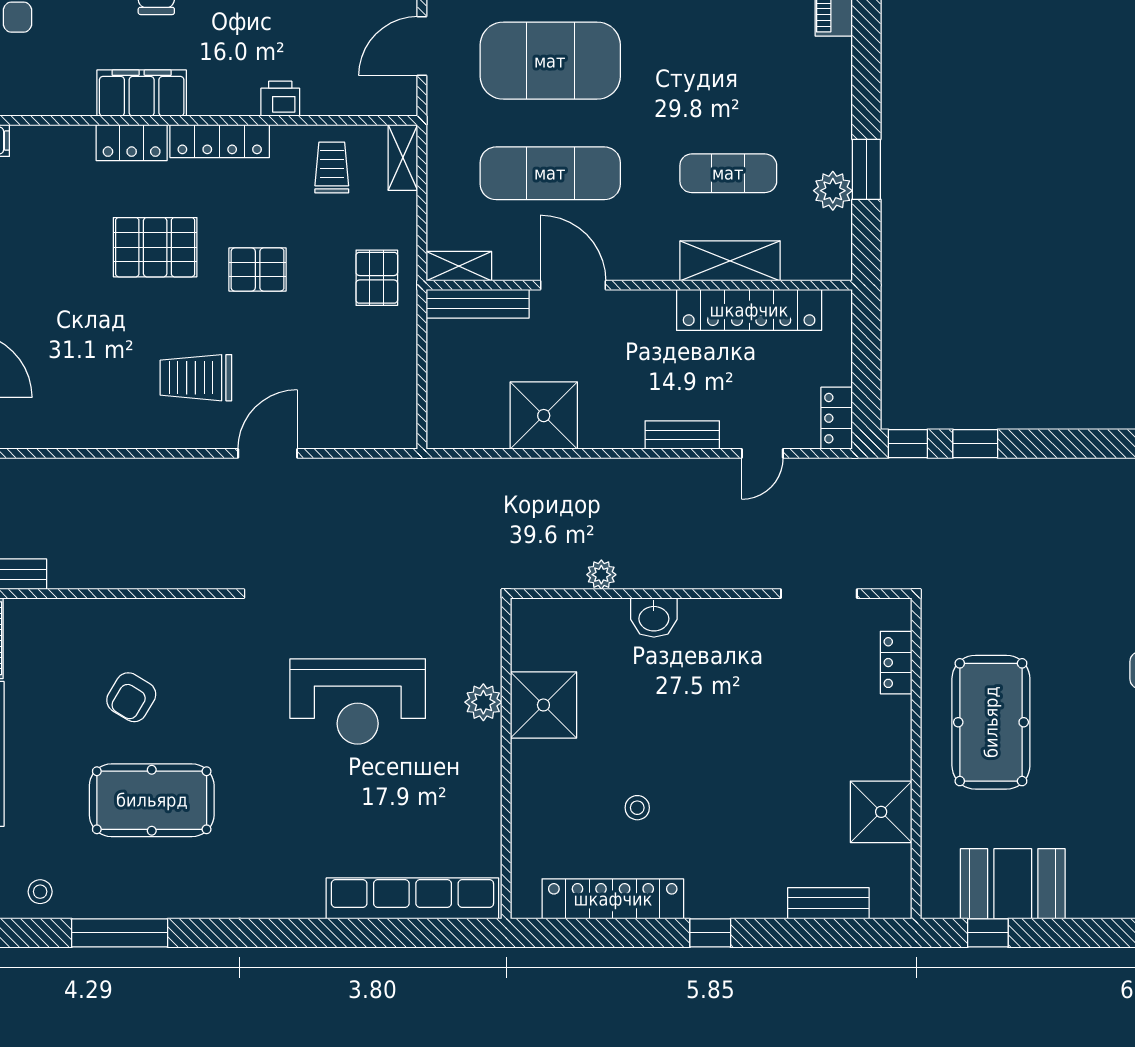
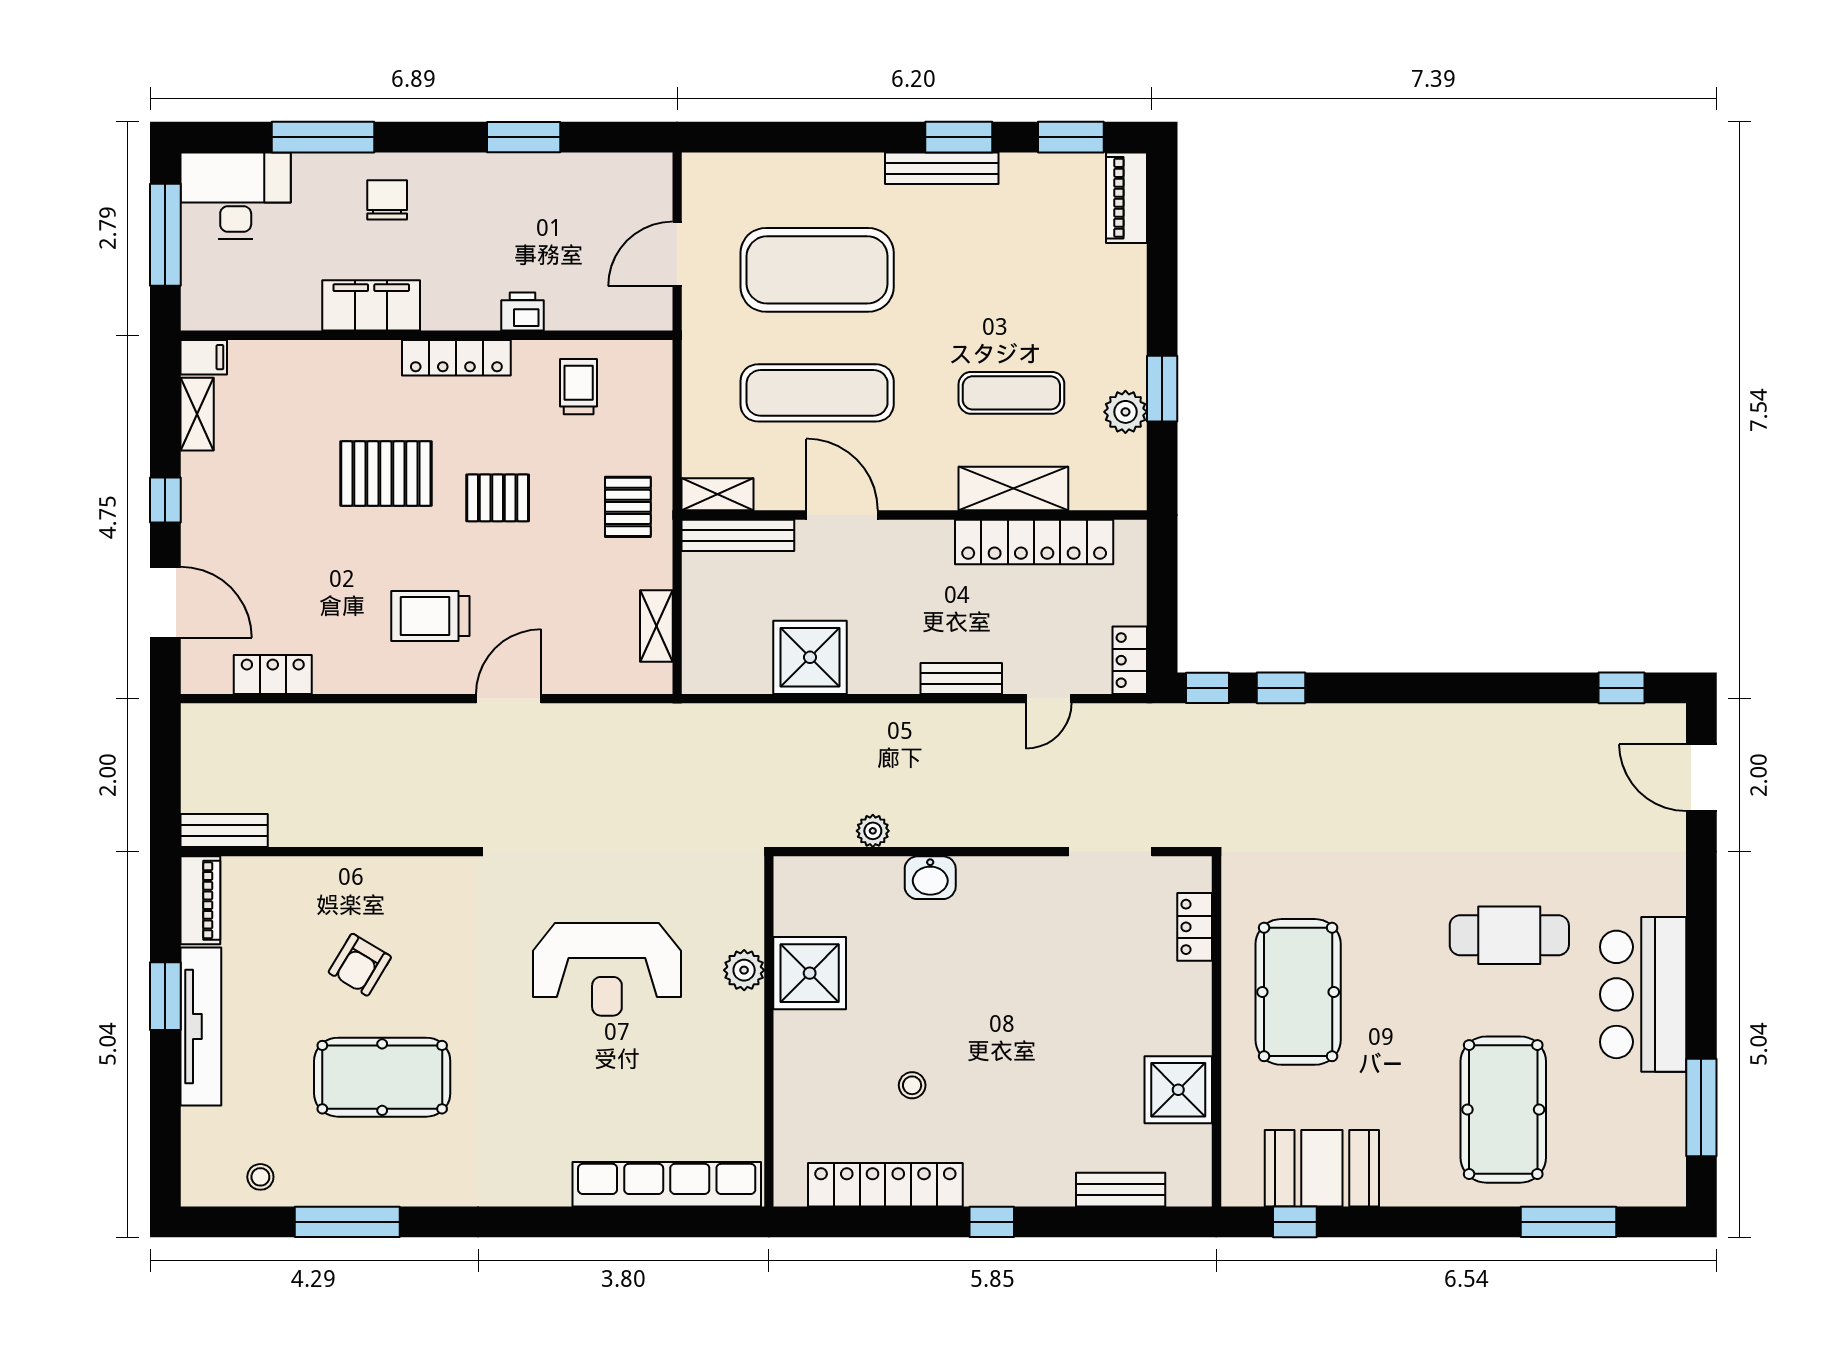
locker: (132, 143) -> (273, 674), moved, turned 180
shelving: (403, 158) -> (656, 626), moved

